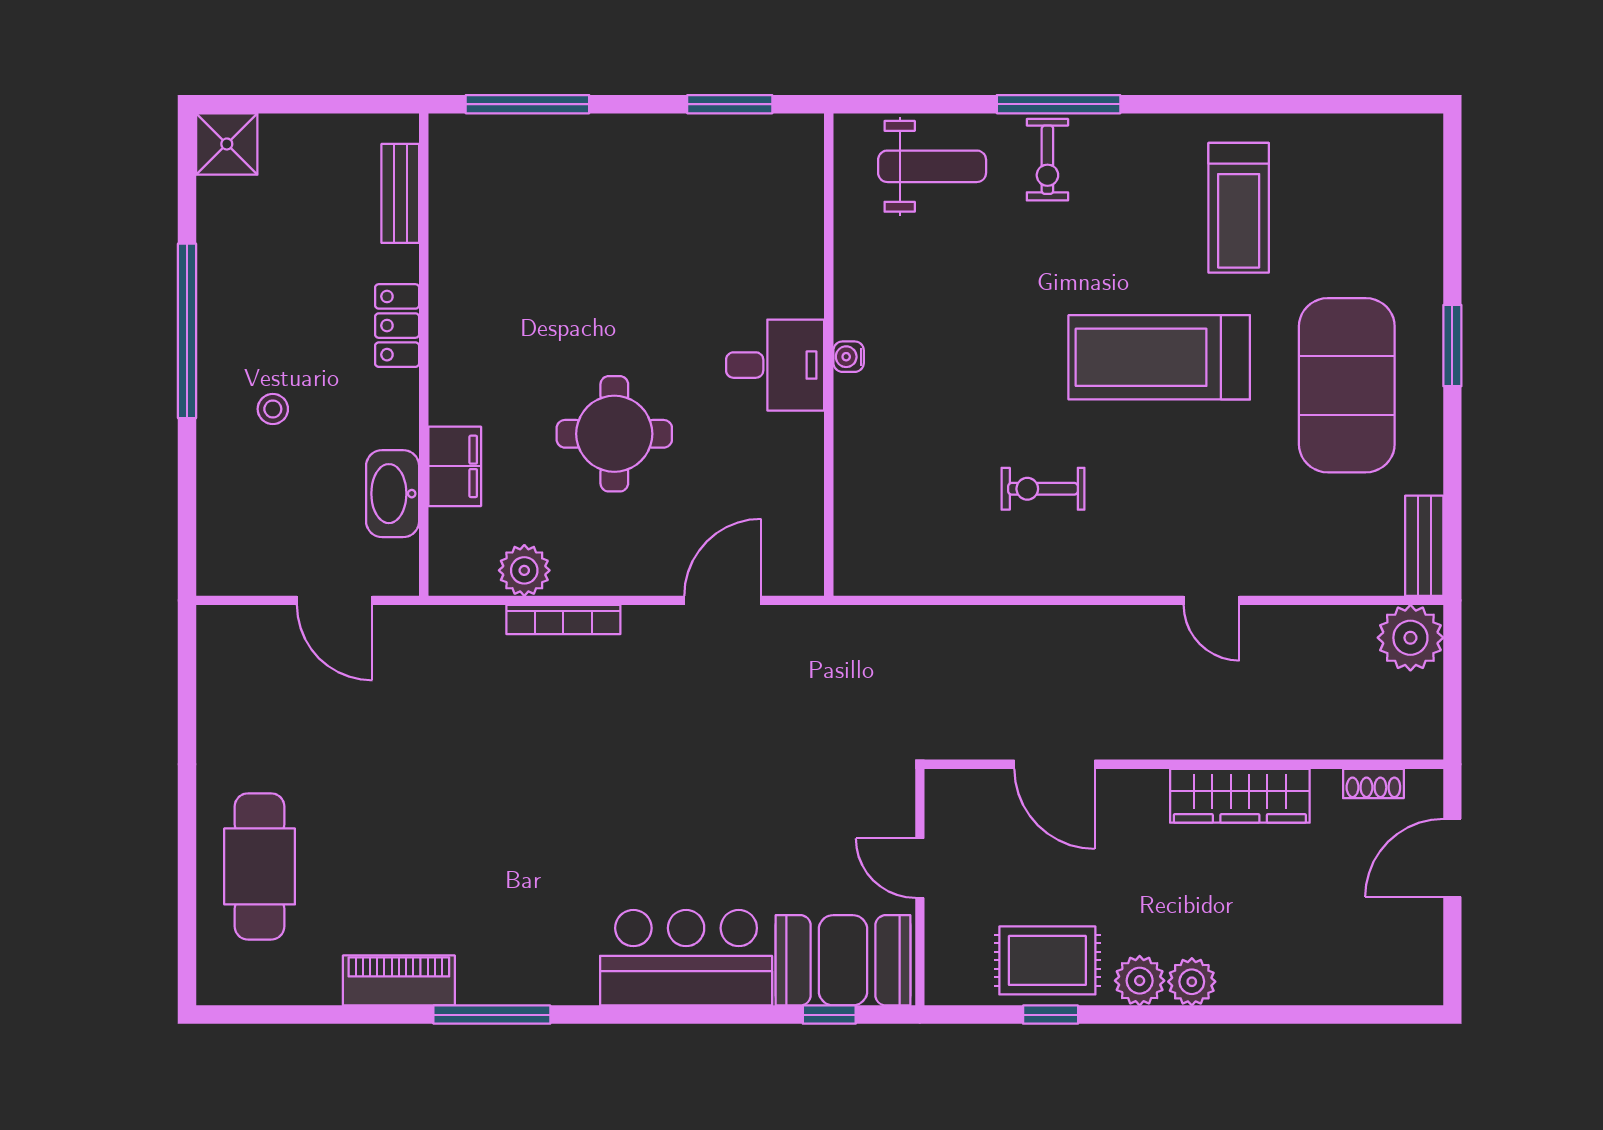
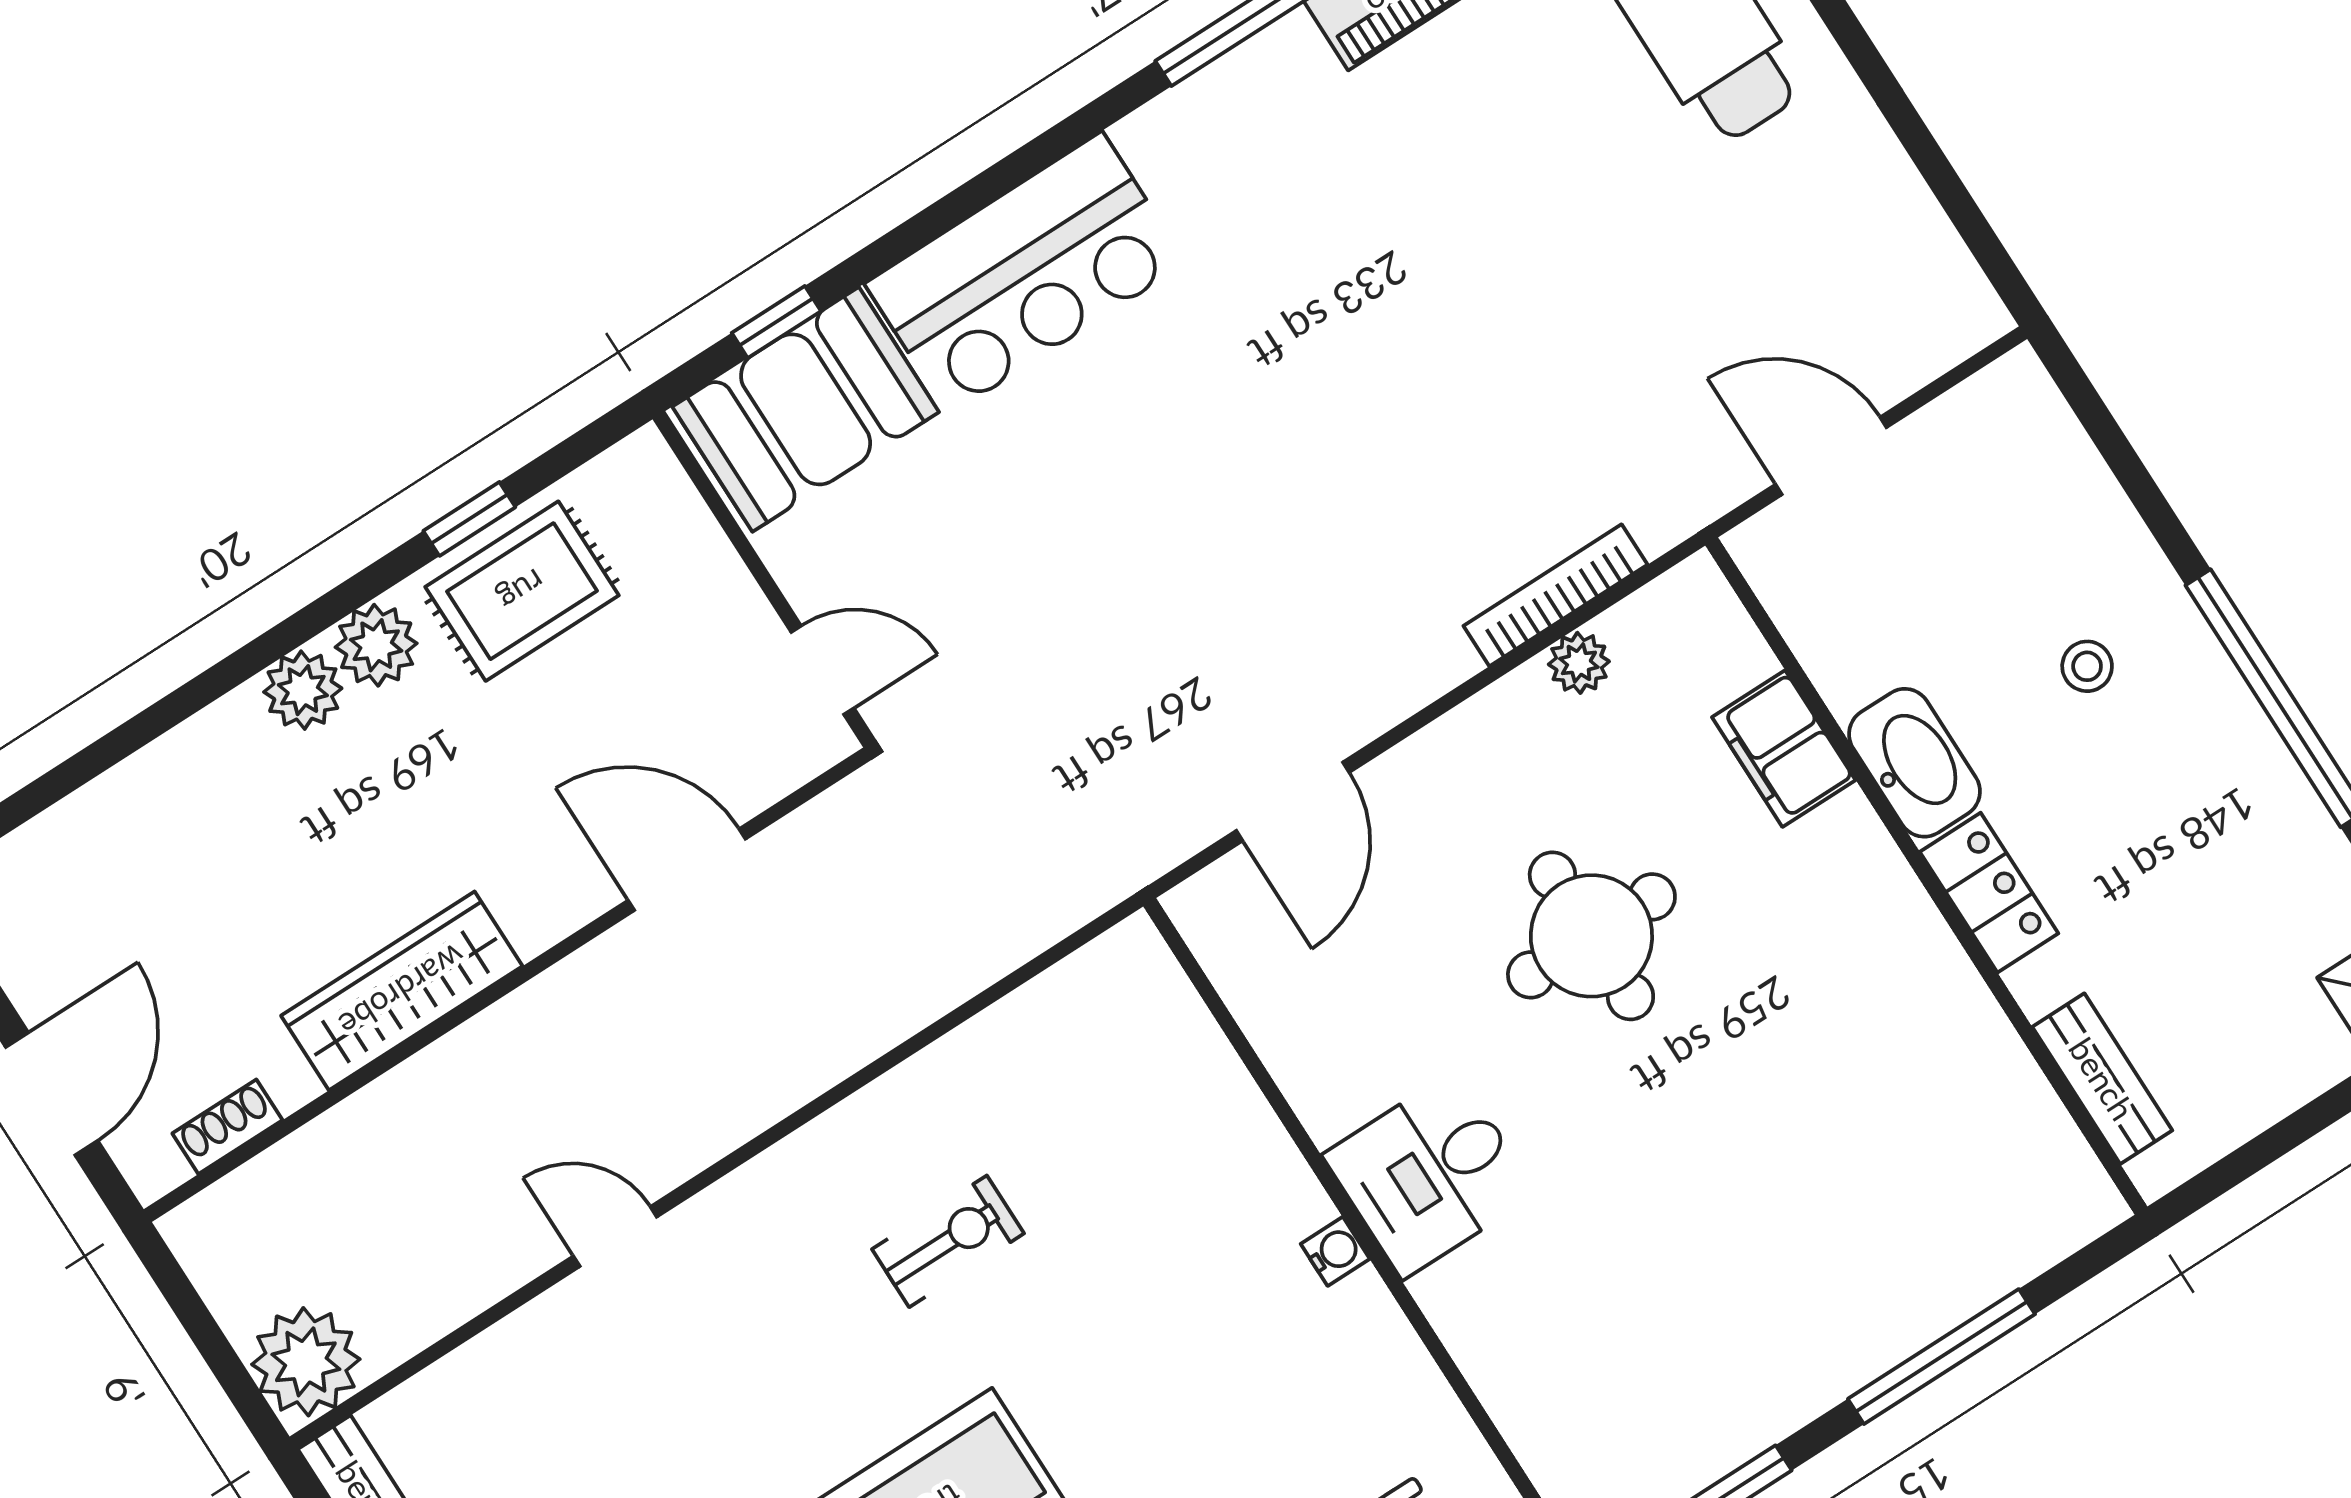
window: (527, 104) -> (1941, 1357), moved
washbasin: (393, 494) -> (1915, 763), moved
plant: (524, 570) -> (1579, 663), width x0.73, depth x0.73
bookcase: (563, 620) -> (1555, 595), moved
door: (920, 868) -> (823, 670), moved

